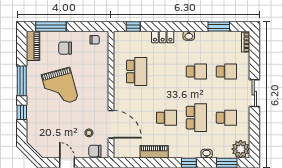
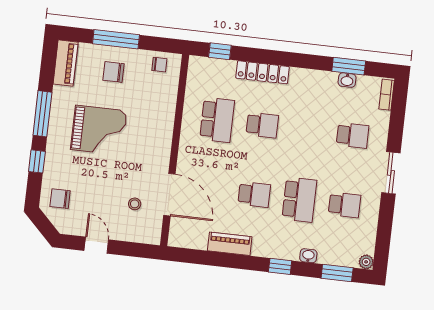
window: (51, 26) -> (116, 39), moved
washbasin: (189, 36) -> (347, 80), moved
locker: (163, 37) -> (262, 72), width x1.53
school desk: (196, 72) -> (262, 125), moved
grand piano: (60, 87) -> (99, 130), turned -75
plant: (241, 149) -> (366, 262), width x0.53, depth x0.53
chair: (95, 151) -> (60, 199), moved

